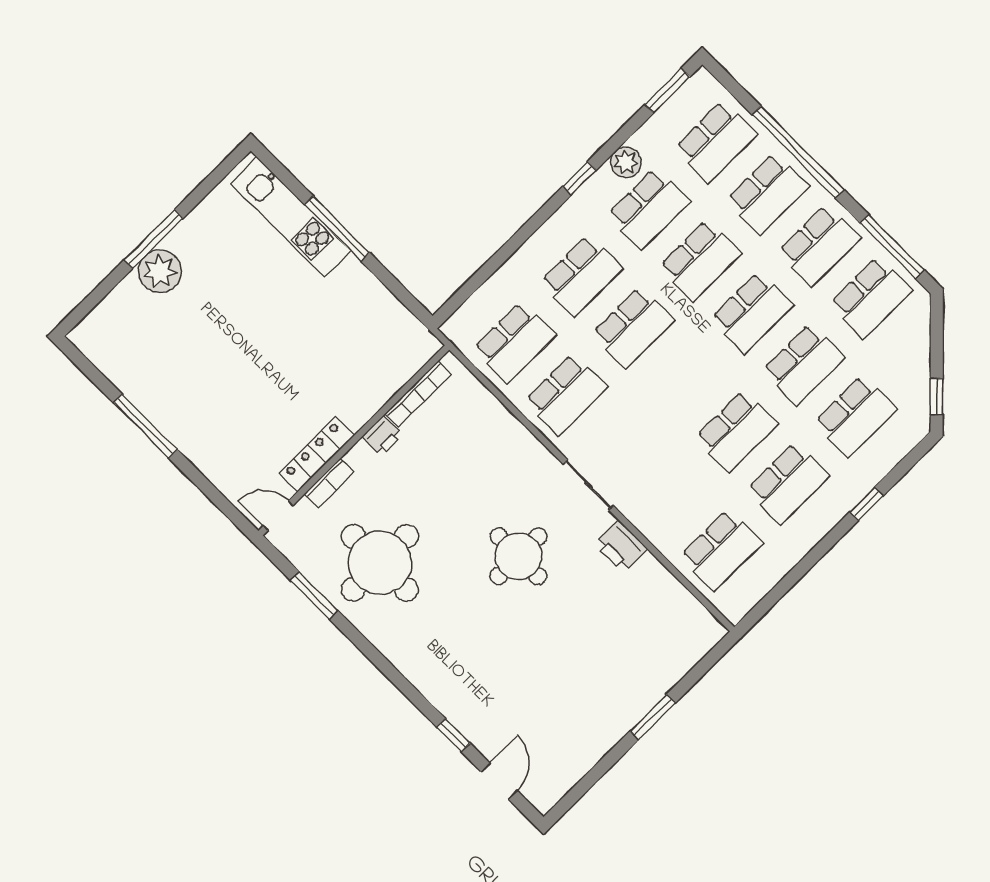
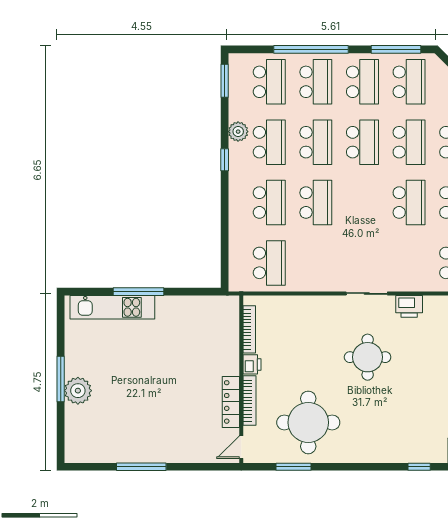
school desk: (566, 394) -> (316, 263), removed
bookcase: (329, 483) -> (250, 401), width x1.56

